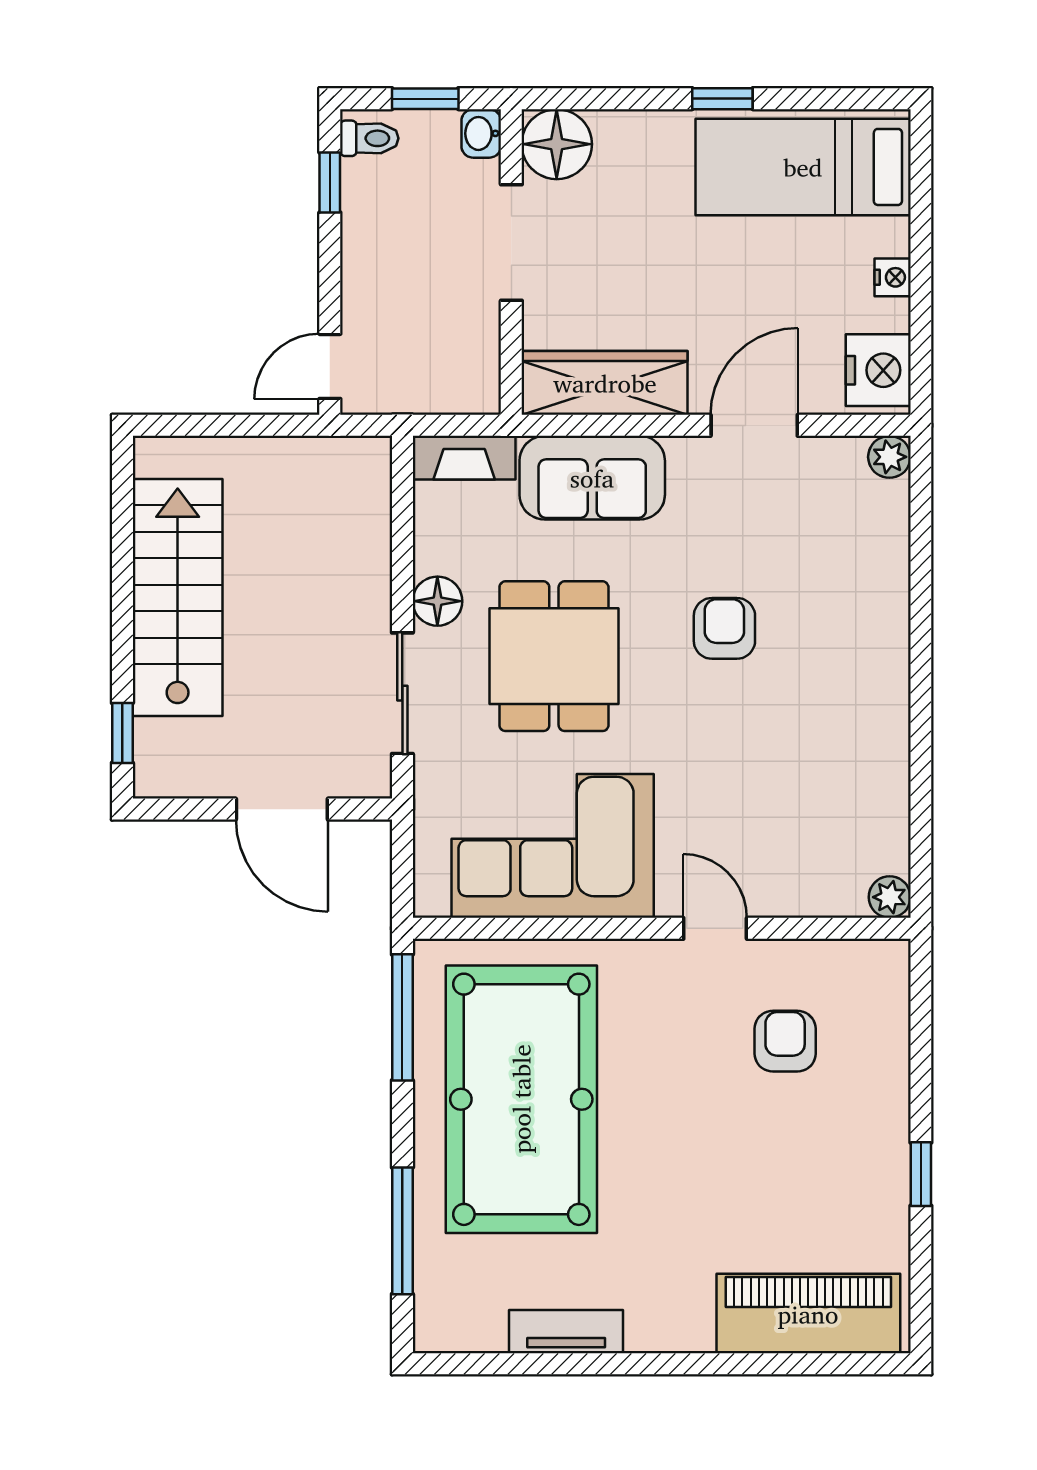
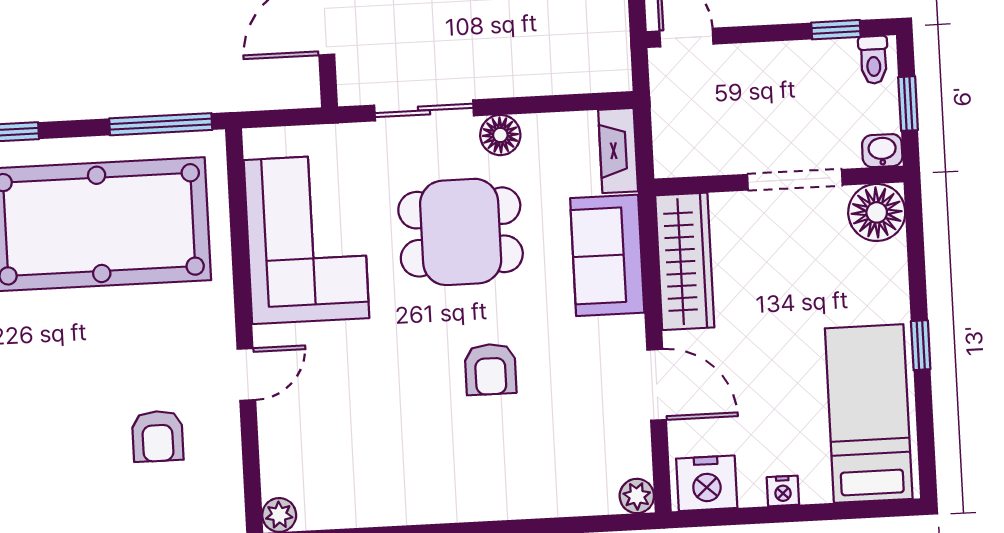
armchair: (724, 628) -> (490, 369), turned 90
armchair: (785, 1041) -> (158, 436), turned 90

